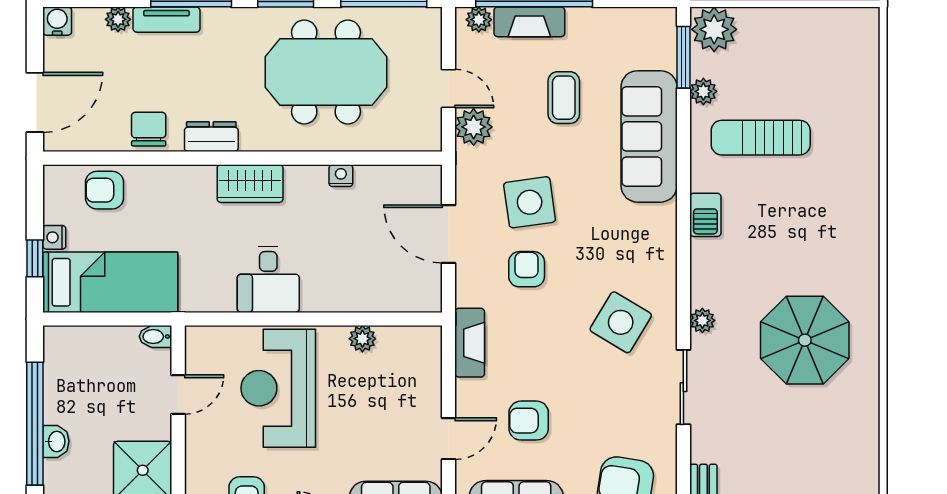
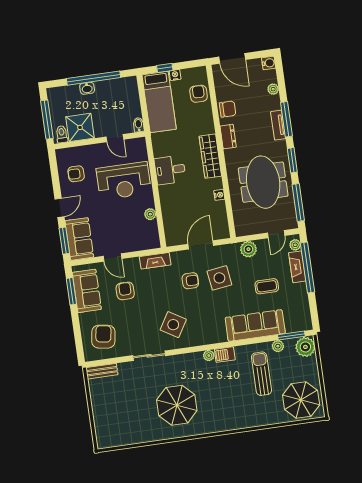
tv unit: (166, 20) -> (278, 125), moved
parasol: (833, 56) -> (301, 400), added
door: (449, 89) -> (276, 234), moved
wardrobe: (250, 184) -> (210, 156), width x1.50
plant: (702, 321) -> (209, 356), moved
reception desk: (278, 388) -> (124, 181), turned 180

